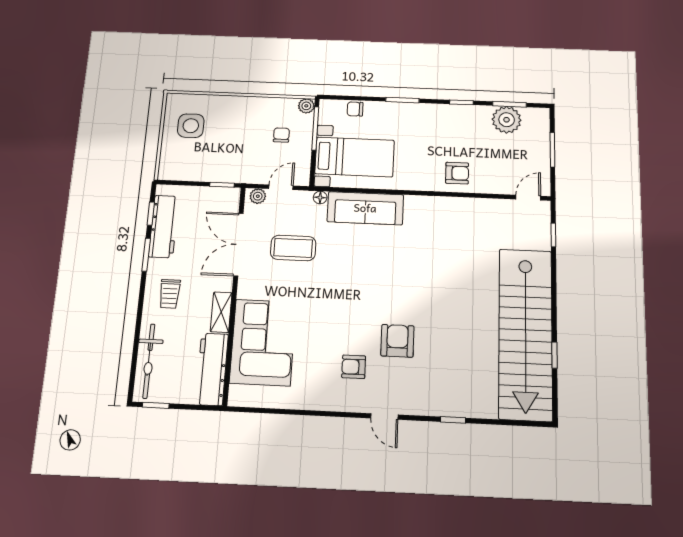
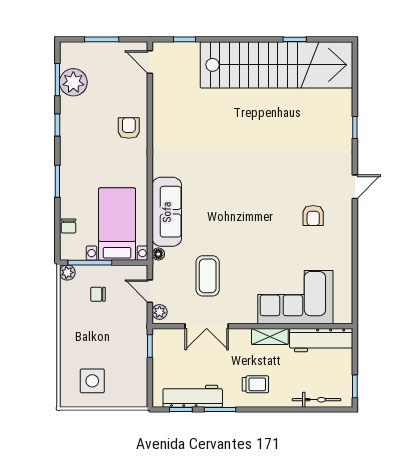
double door: (238, 244) -> (207, 326), width x0.73
armchair: (397, 341) -> (288, 178), removed
bicycle: (149, 361) -> (317, 400), width x0.73, depth x0.71

